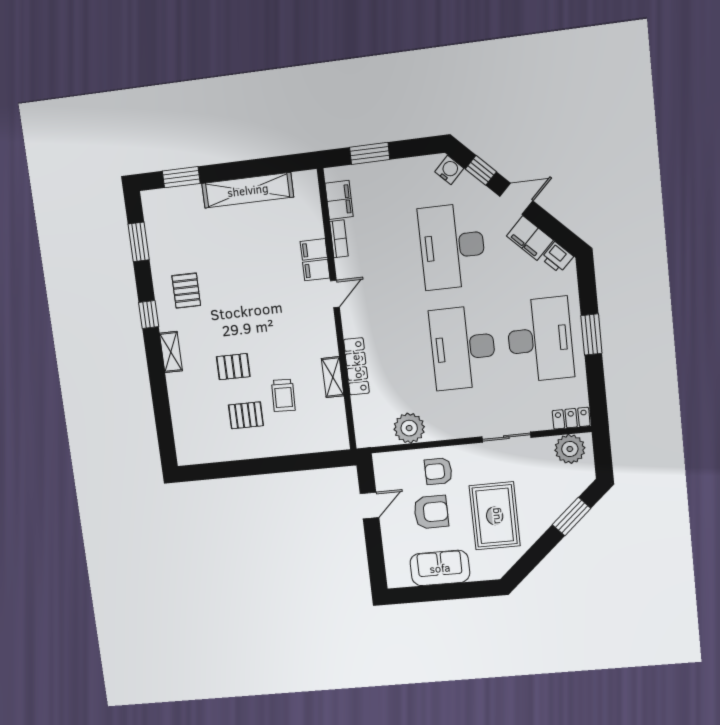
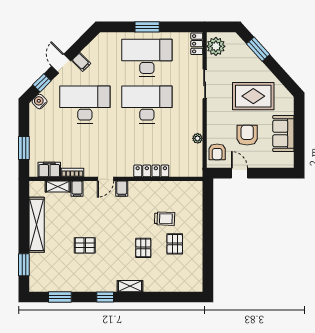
filing cabinet: (530, 238) -> (81, 62), width x0.50
desk: (452, 246) -> (85, 105), turned 180
printer: (557, 257) -> (99, 43), removed
filing cabinet: (316, 270) -> (122, 189), moved
pallet: (186, 291) -> (85, 245), moved
door: (335, 294) -> (105, 179), swing flipped
desk: (463, 348) -> (147, 105), turned 180
shelving: (333, 377) -> (58, 186), moved
plant: (409, 428) -> (198, 138), width x0.53, depth x0.53
armchair: (438, 471) -> (217, 152), moved

